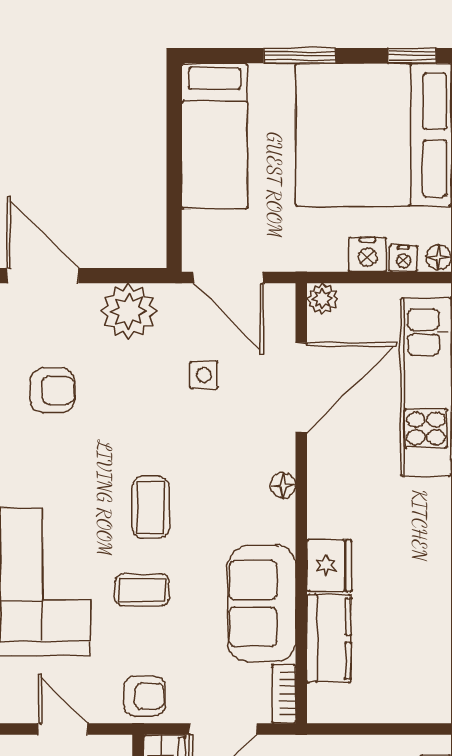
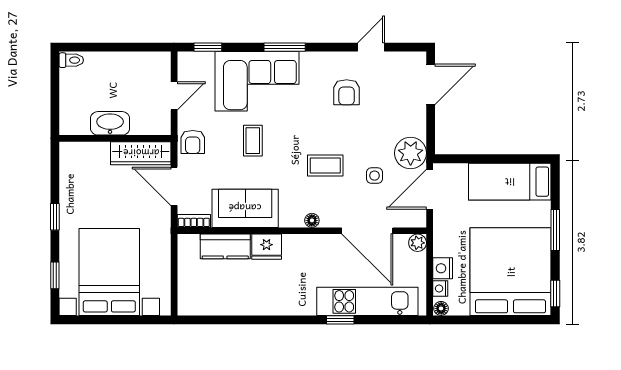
plant: (129, 311) -> (411, 153), moved
armchair: (53, 390) -> (347, 92), moved
coffee table: (151, 507) -> (325, 166), moved

